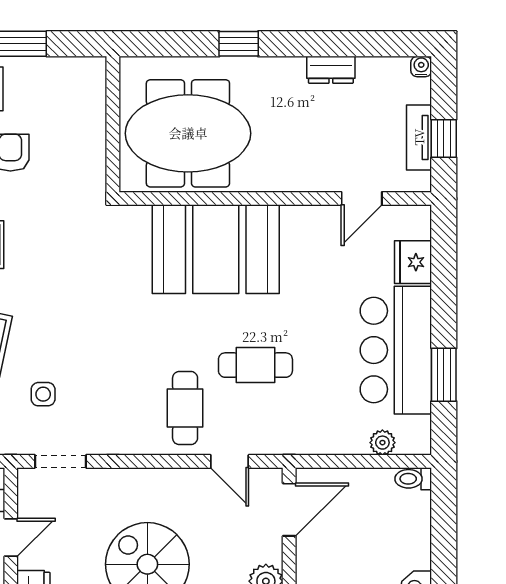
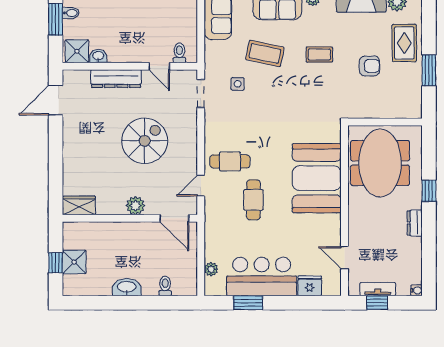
dresser: (331, 70) -> (415, 223), moved
toilet: (413, 479) -> (165, 286), moved

